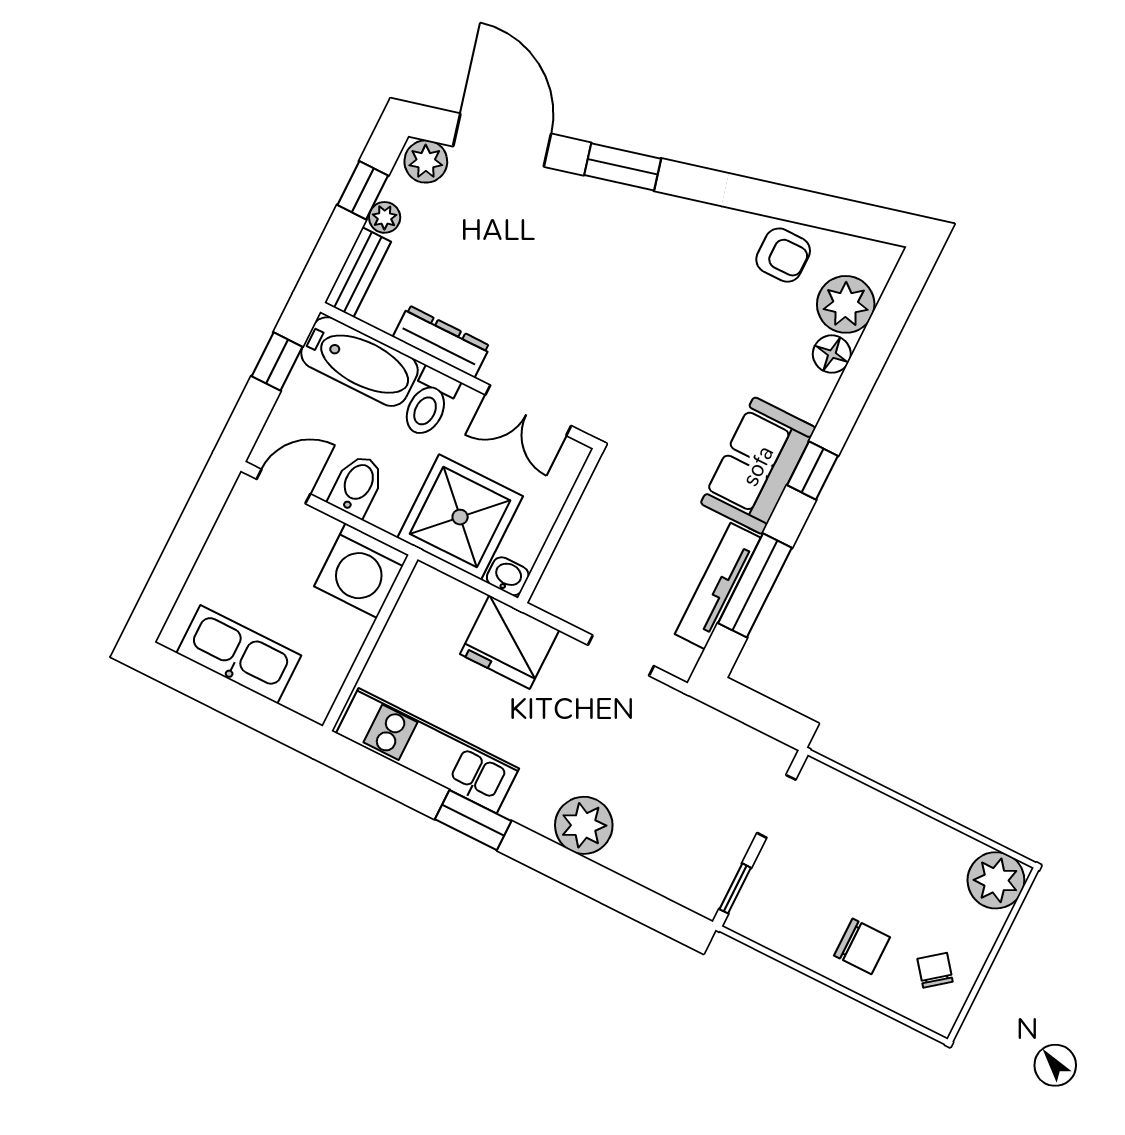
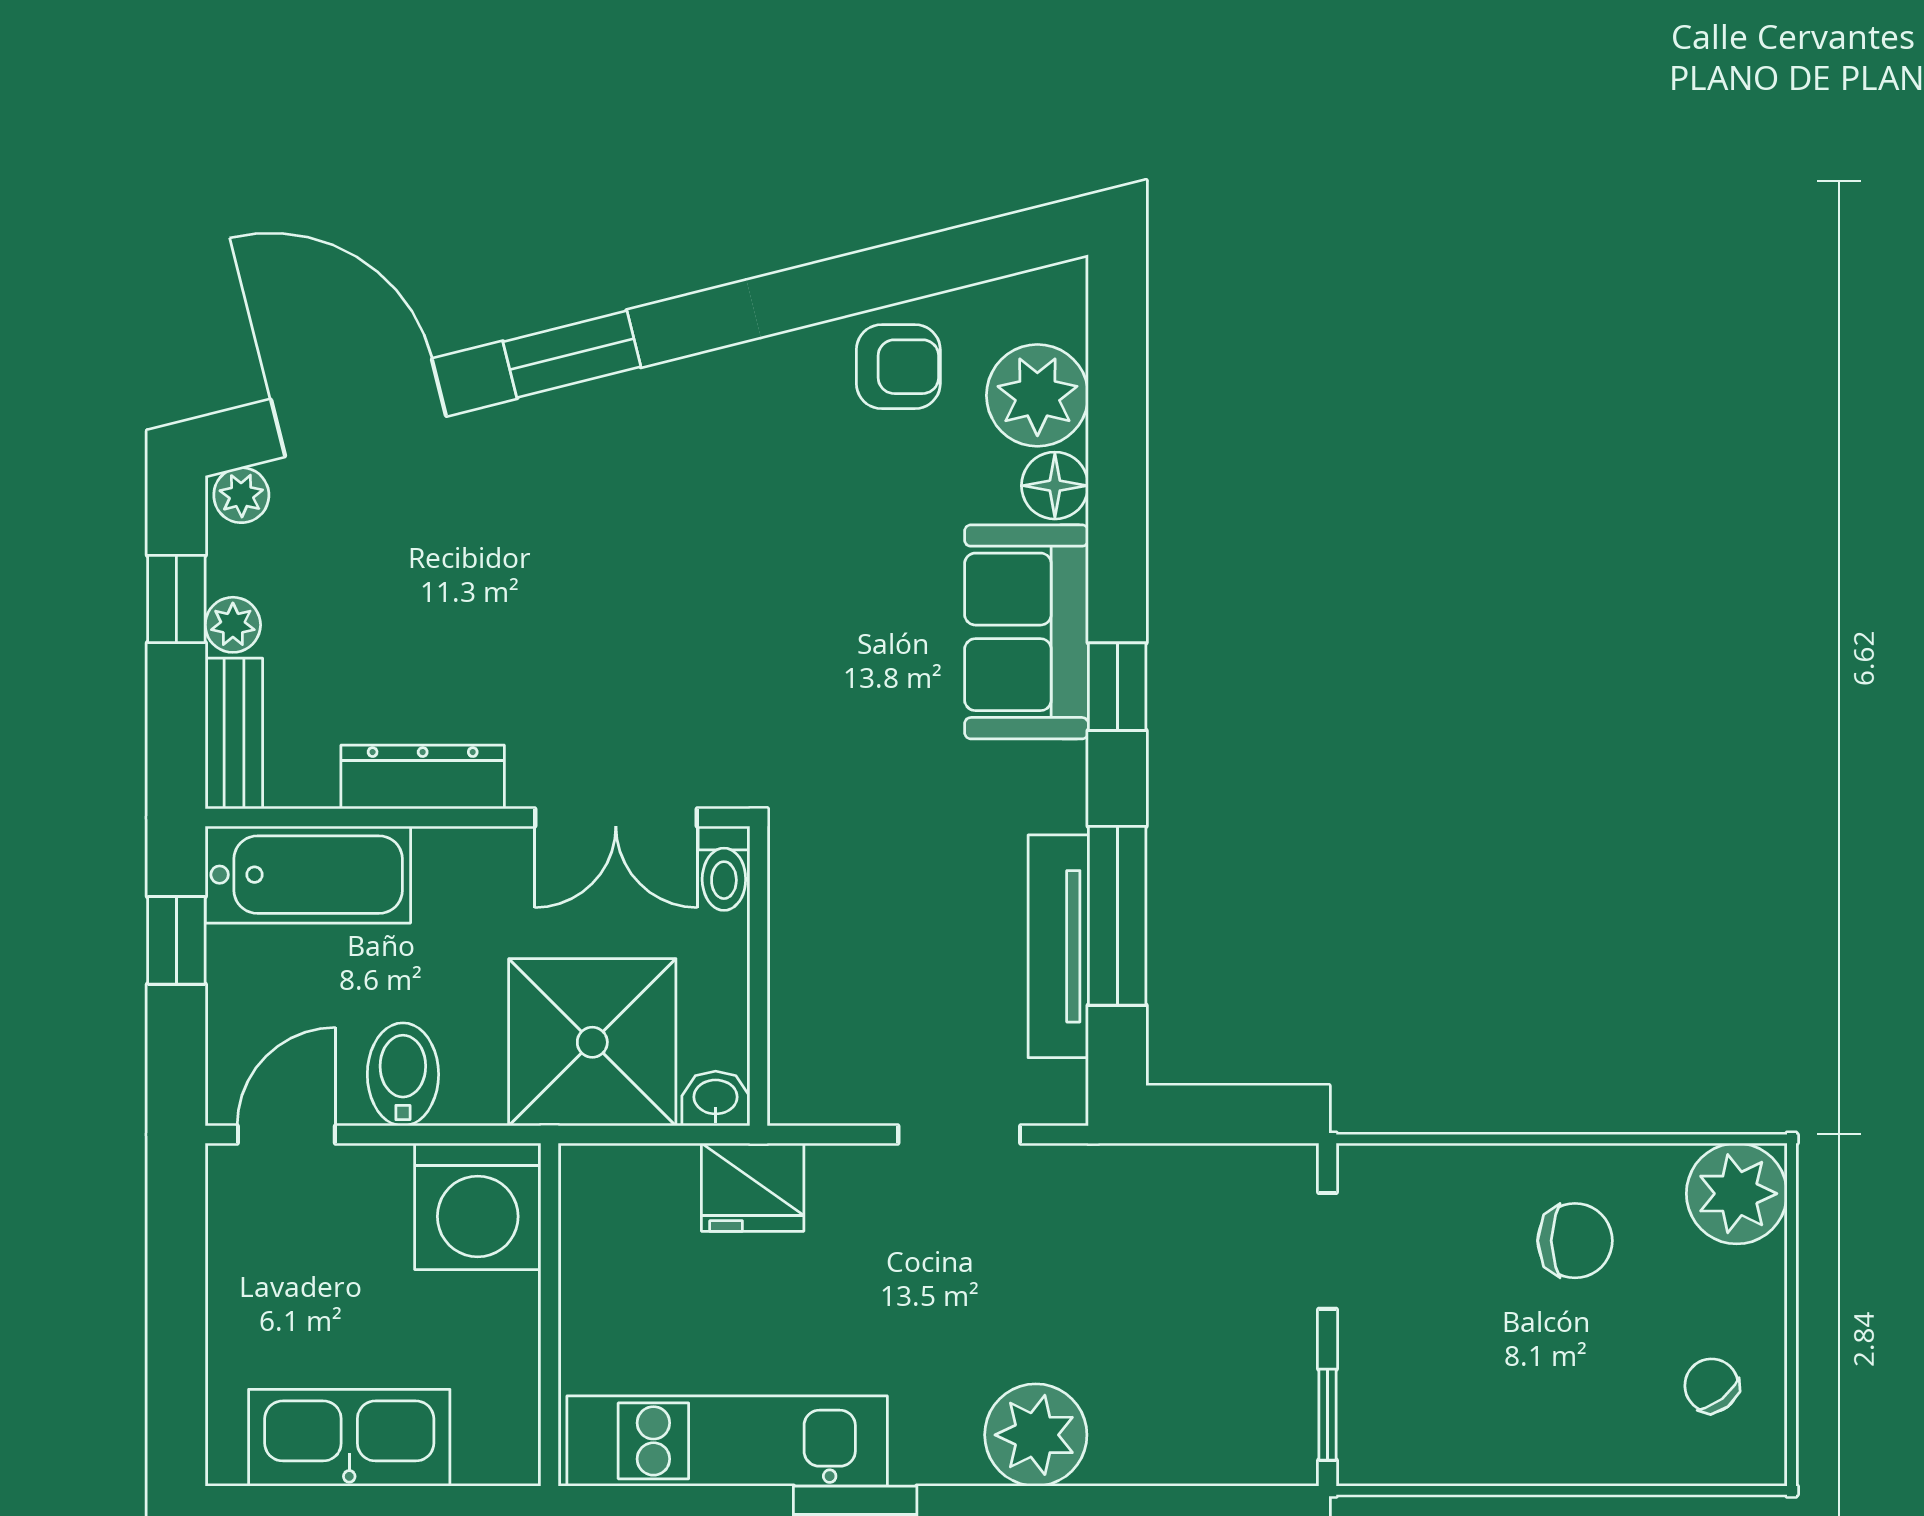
plant: (426, 161) -> (241, 495), width x0.73, depth x0.73
toilet: (429, 403) -> (724, 868), moved, width x0.73, depth x0.72
sofa: (758, 466) -> (1026, 632), moved
fridge: (510, 642) -> (753, 1187), width x0.73, depth x0.75
chair: (862, 946) -> (1575, 1241), moved

